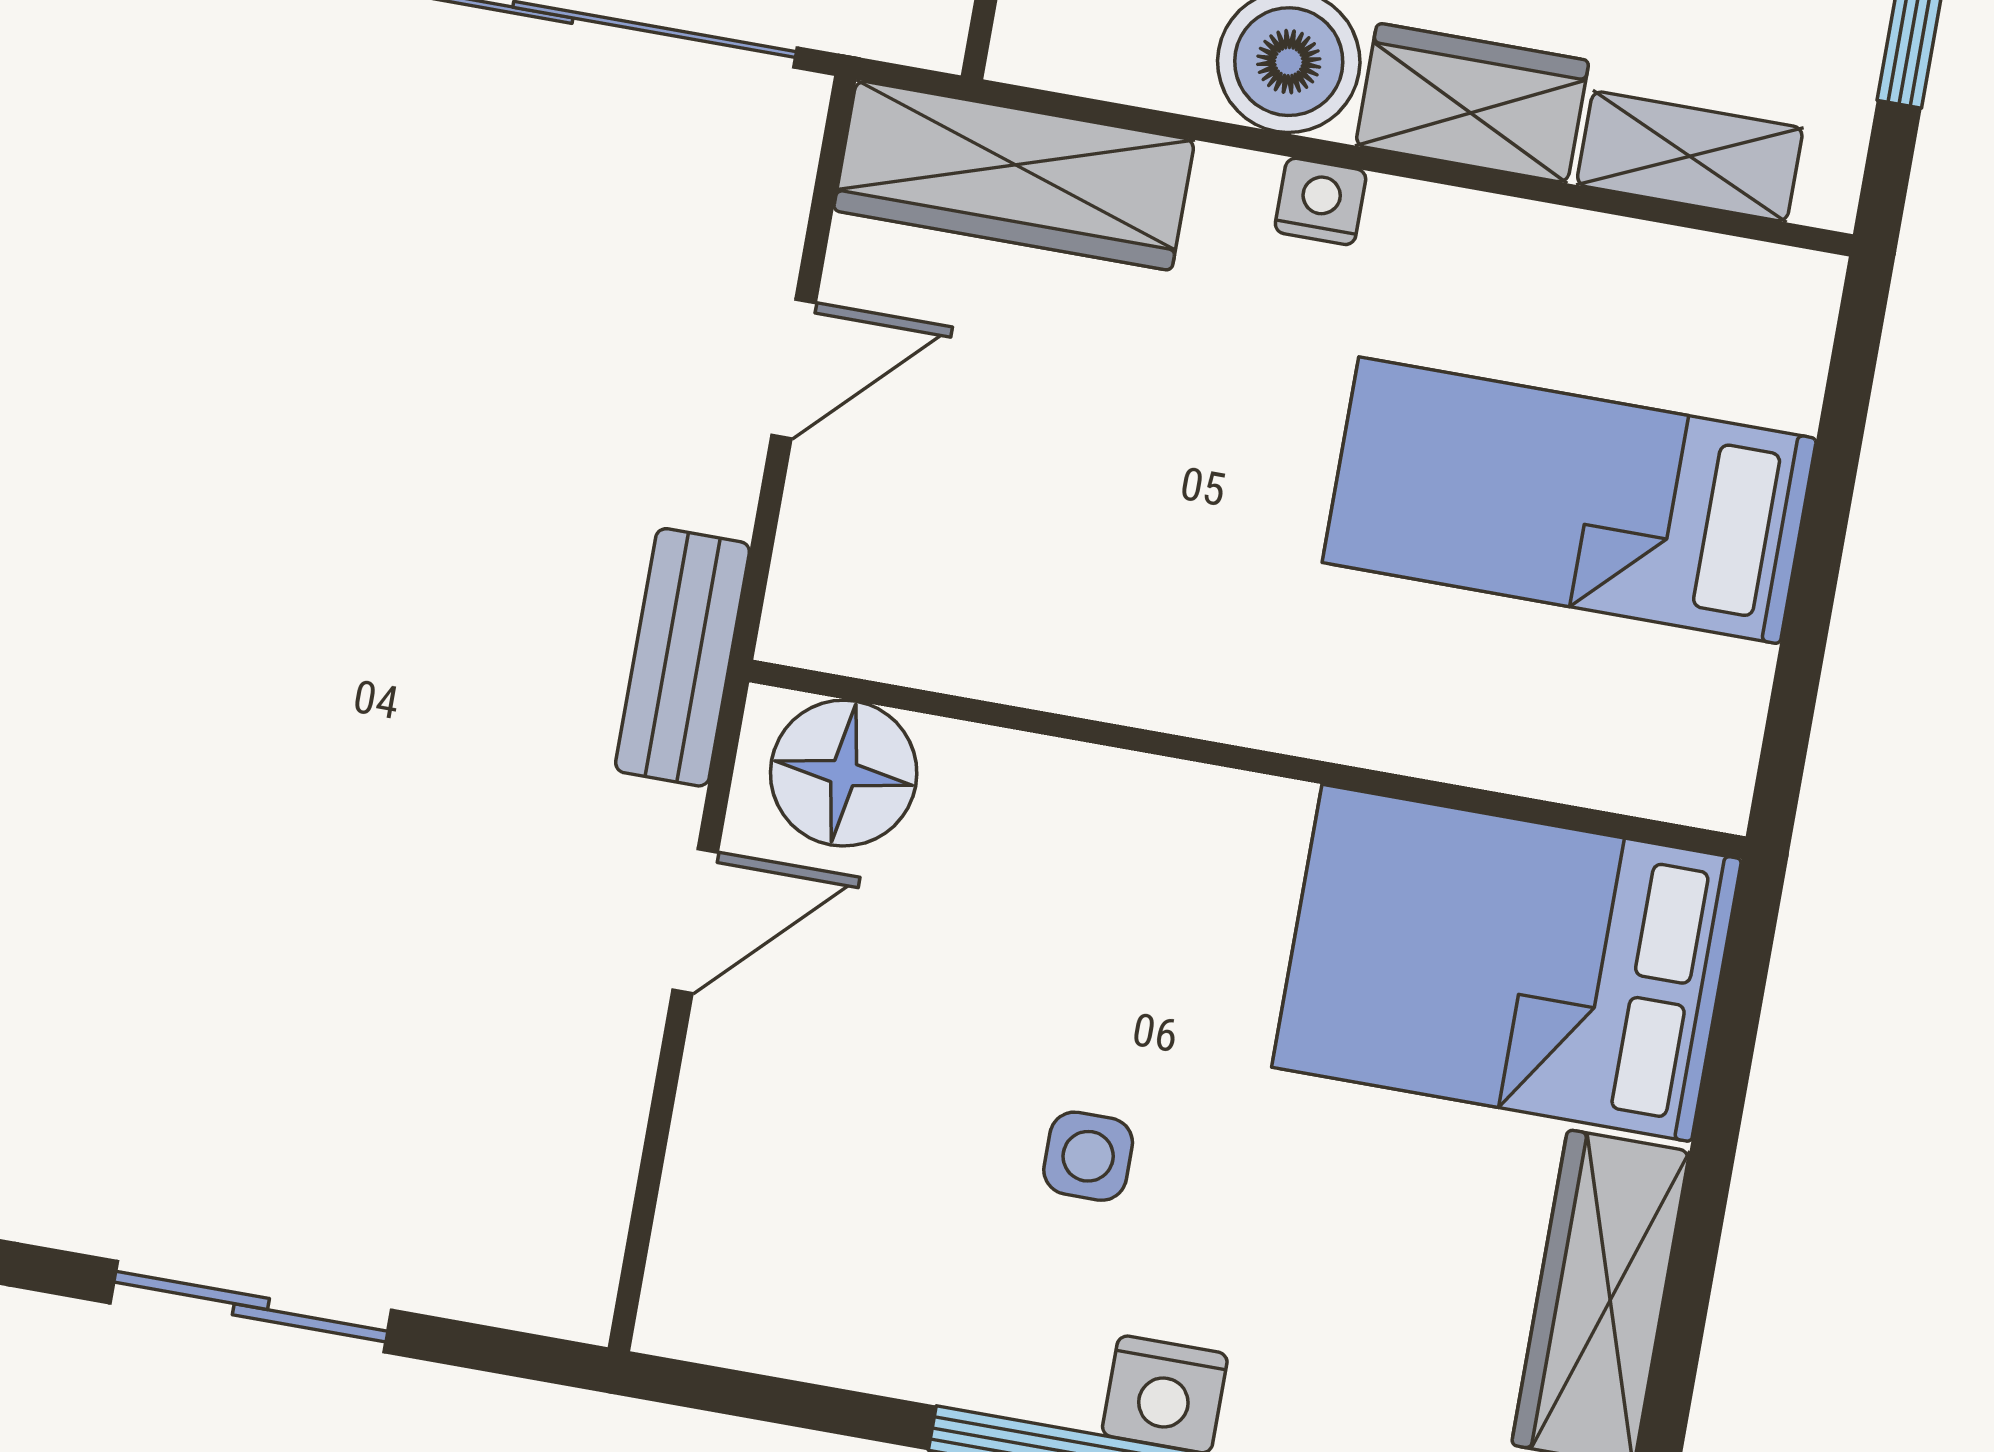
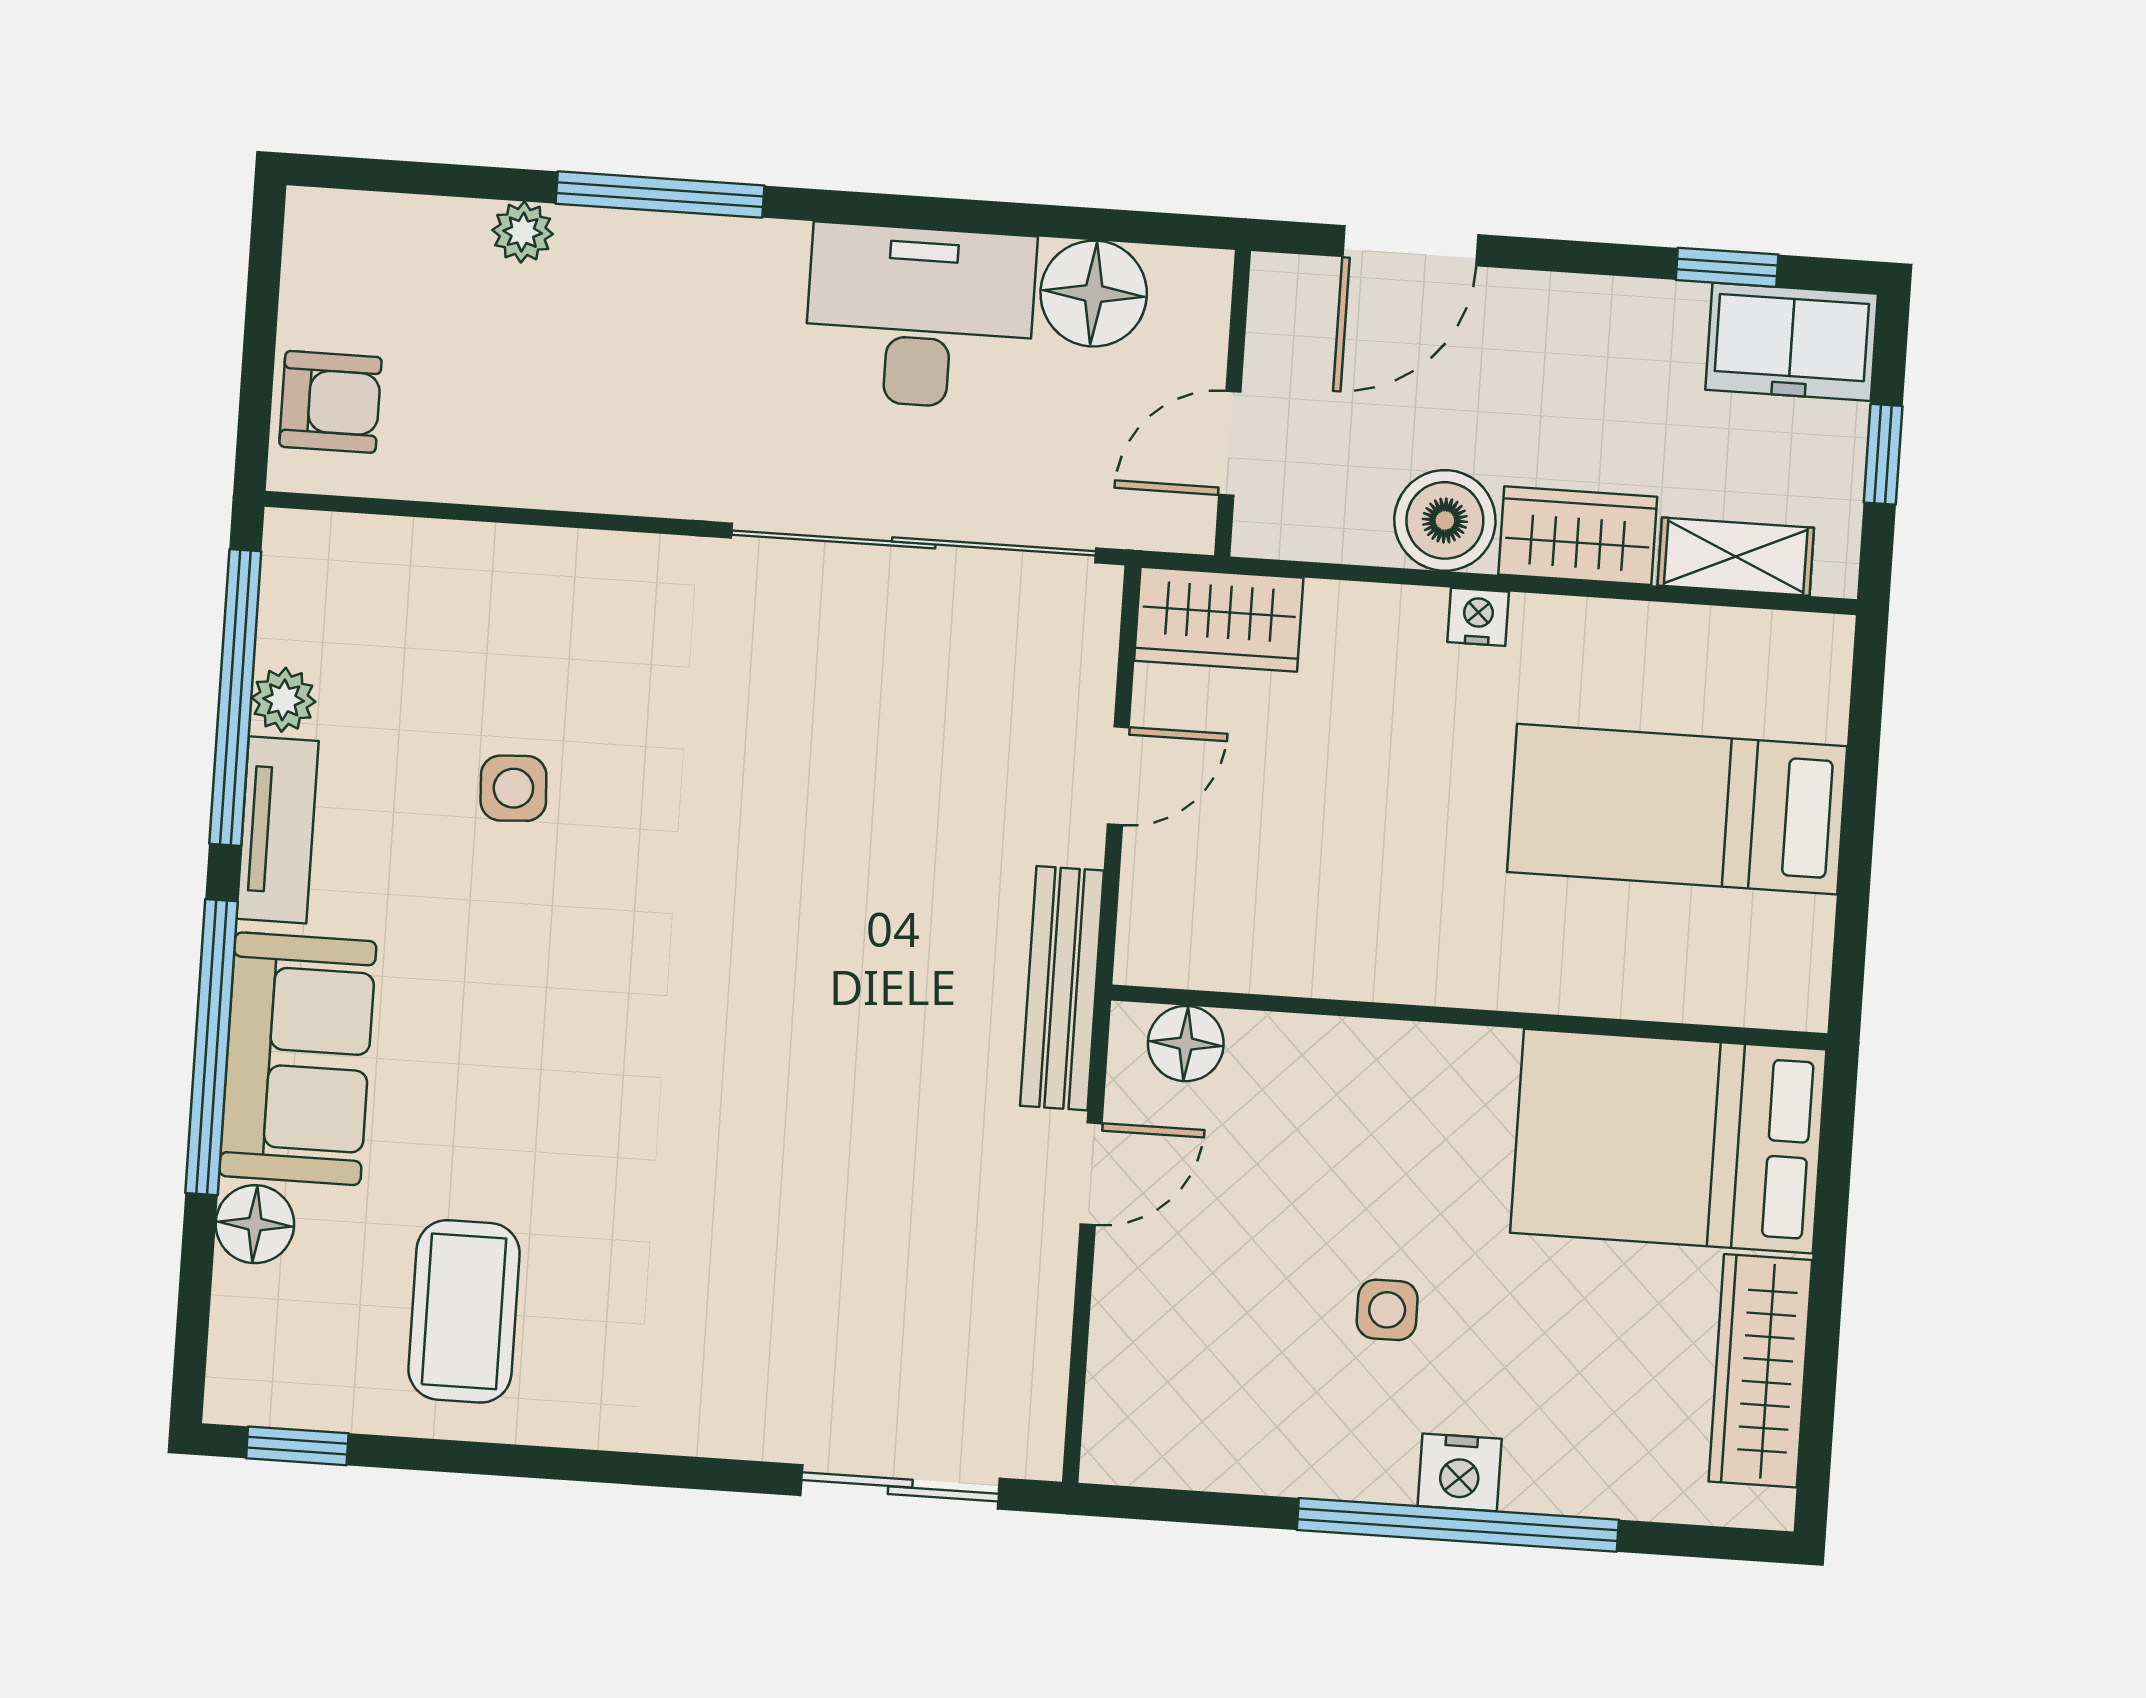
wardrobe: (1014, 175) -> (1219, 619), width x0.67
bench: (683, 657) -> (1062, 988), width x1.36
floor lamp: (844, 773) -> (1186, 1044), width x0.73, depth x0.73
sliding door: (251, 1307) -> (900, 1487), moved

